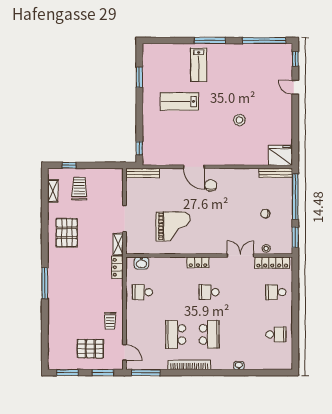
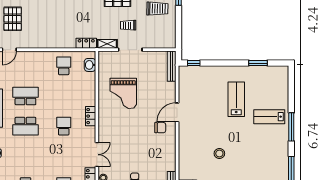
trolley: (110, 321) -> (128, 25), moved

